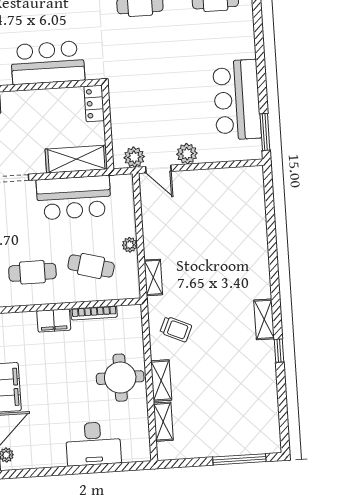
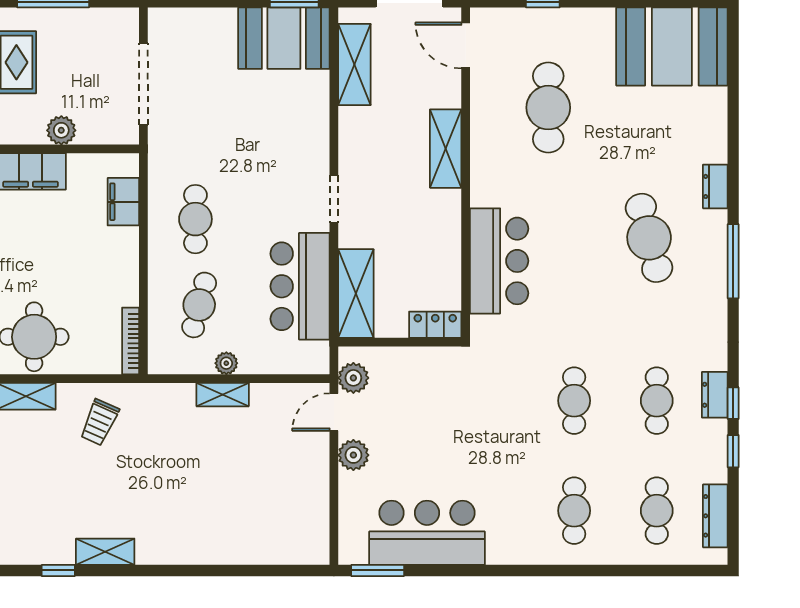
shelving: (153, 277) -> (223, 395), moved
bookcase: (94, 313) -> (131, 341), moved
filing cabinet: (54, 320) -> (123, 202), moved

